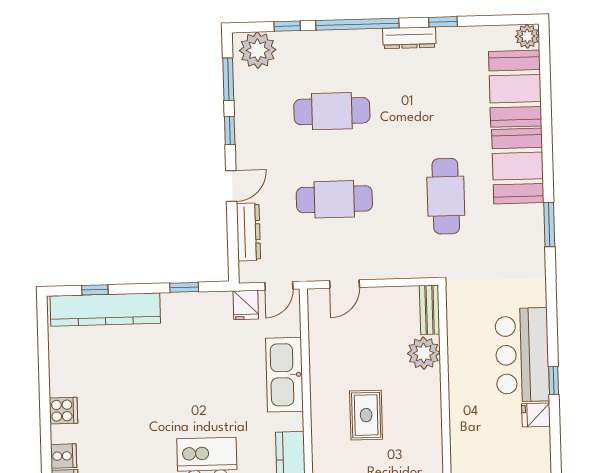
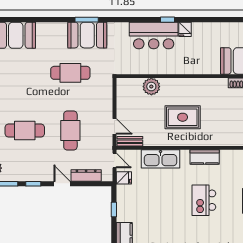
cafe table: (332, 111) -> (25, 131), turned 90
booth: (518, 166) -> (87, 35), moved
bench: (430, 310) -> (130, 141), moved
rug: (366, 415) -> (183, 117), width x1.36, depth x1.43

